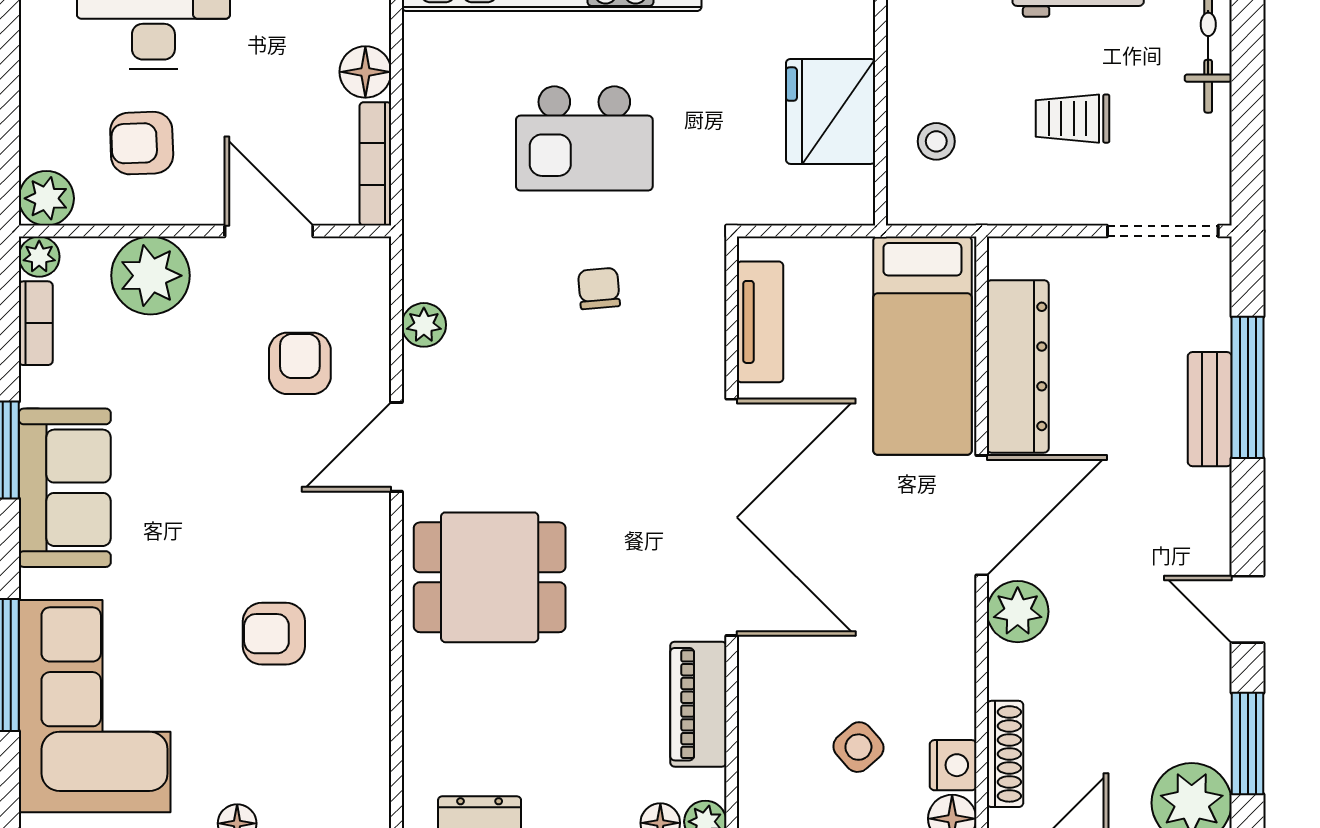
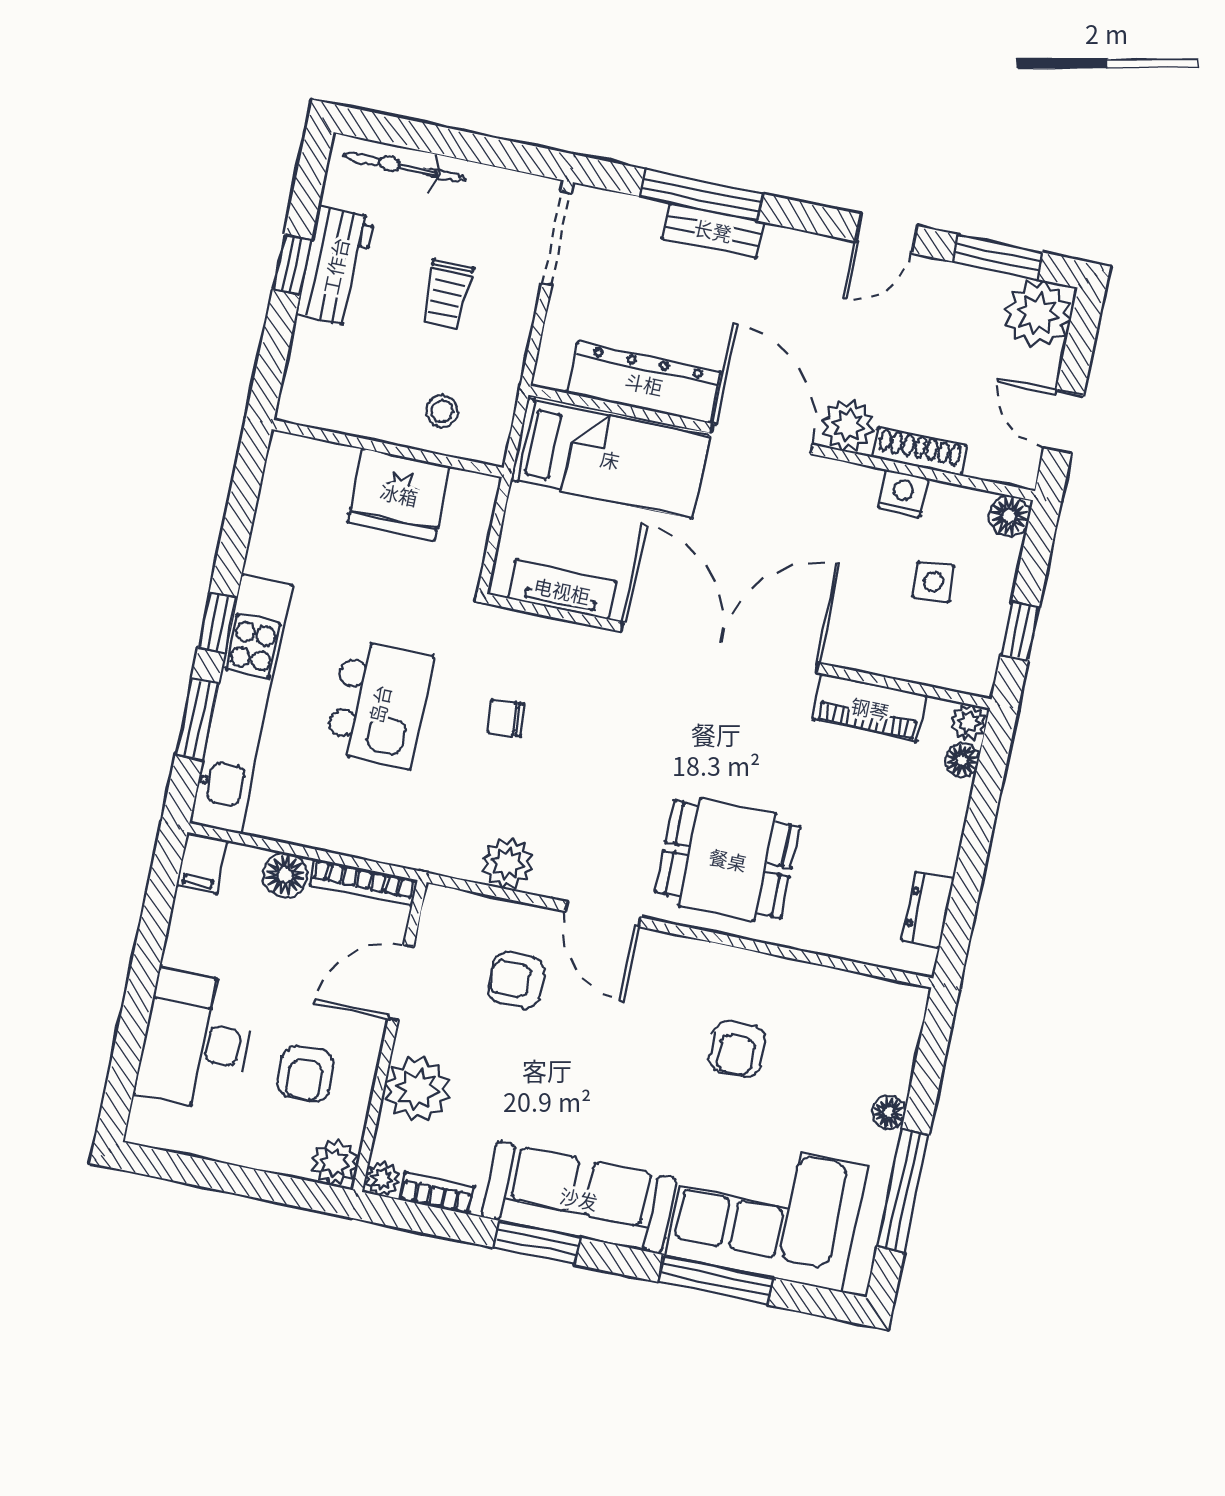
plant: (424, 325) -> (507, 863), width x1.38, depth x1.38
sofa: (65, 488) -> (579, 1198), width x1.36
dining table: (490, 577) -> (728, 859), turned 90
side table: (858, 747) -> (933, 582), turned 37
shoe rack: (1005, 754) -> (919, 451), moved
nightstand: (953, 765) -> (903, 493), moved

